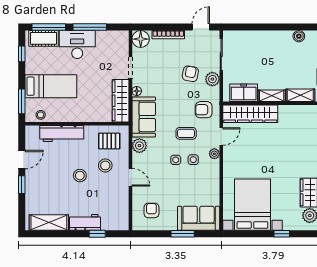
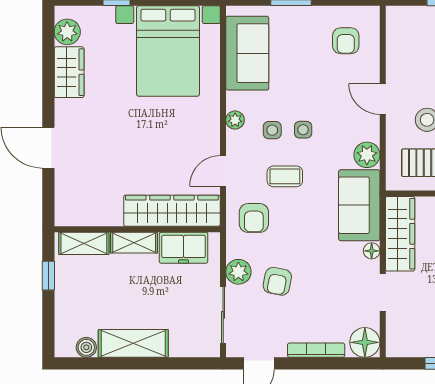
shelving: (272, 38) -> (133, 343), added
armchair: (204, 110) -> (254, 218), turned 90
plant: (214, 154) -> (235, 120), moved
sofa: (199, 218) -> (247, 53), moved, turned -90

